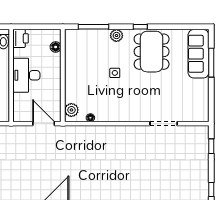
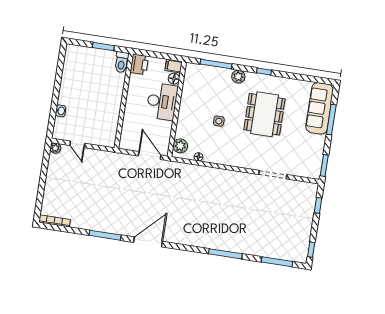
filing cabinet: (53, 35) -> (174, 66), added
dining table: (152, 52) -> (264, 114), moved
side table: (115, 73) -> (219, 121), moved
desk: (26, 75) -> (162, 101), moved, turned 180
window: (211, 107) -> (324, 165), added

